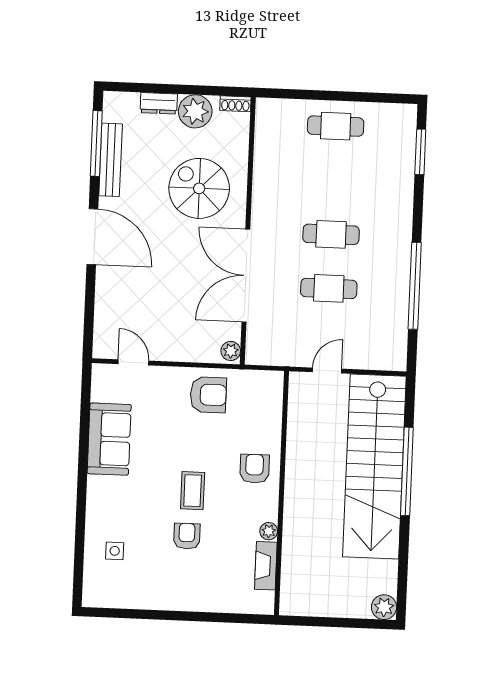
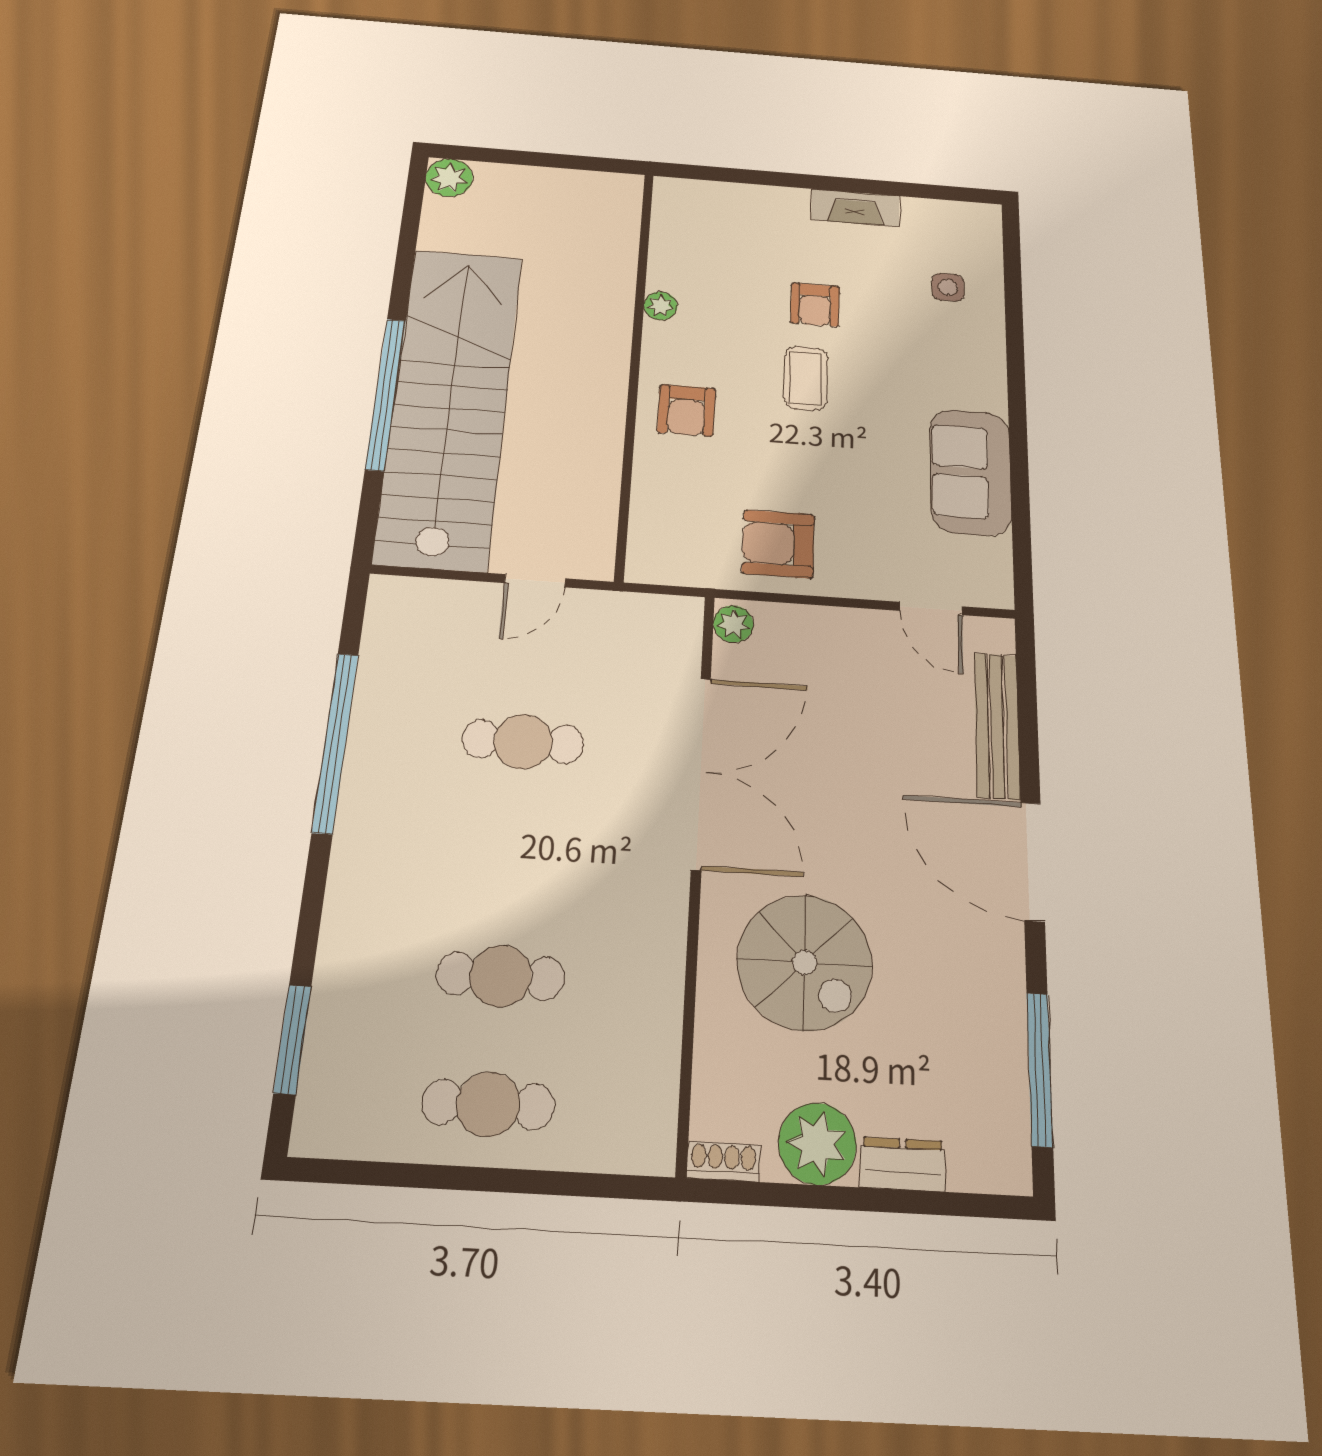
bench: (111, 160) -> (997, 726), moved
cafe table: (331, 234) -> (501, 976), moved
fireplace: (266, 566) -> (855, 208), moved, turned 90

